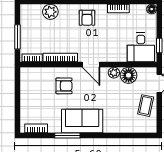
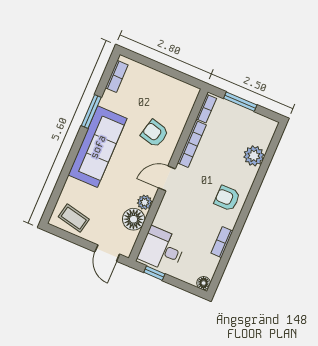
armchair: (64, 86) -> (155, 133), turned 104
coffee table: (146, 106) -> (74, 218), moved
sofa: (82, 121) -> (98, 147), width x1.36

